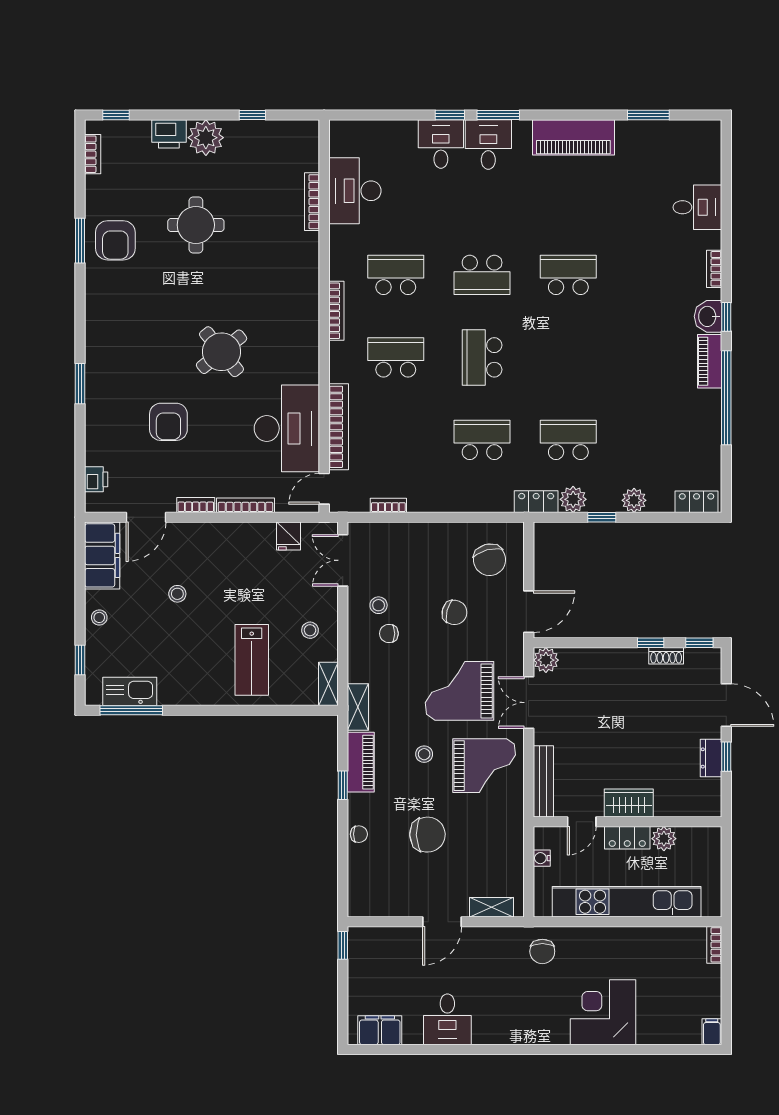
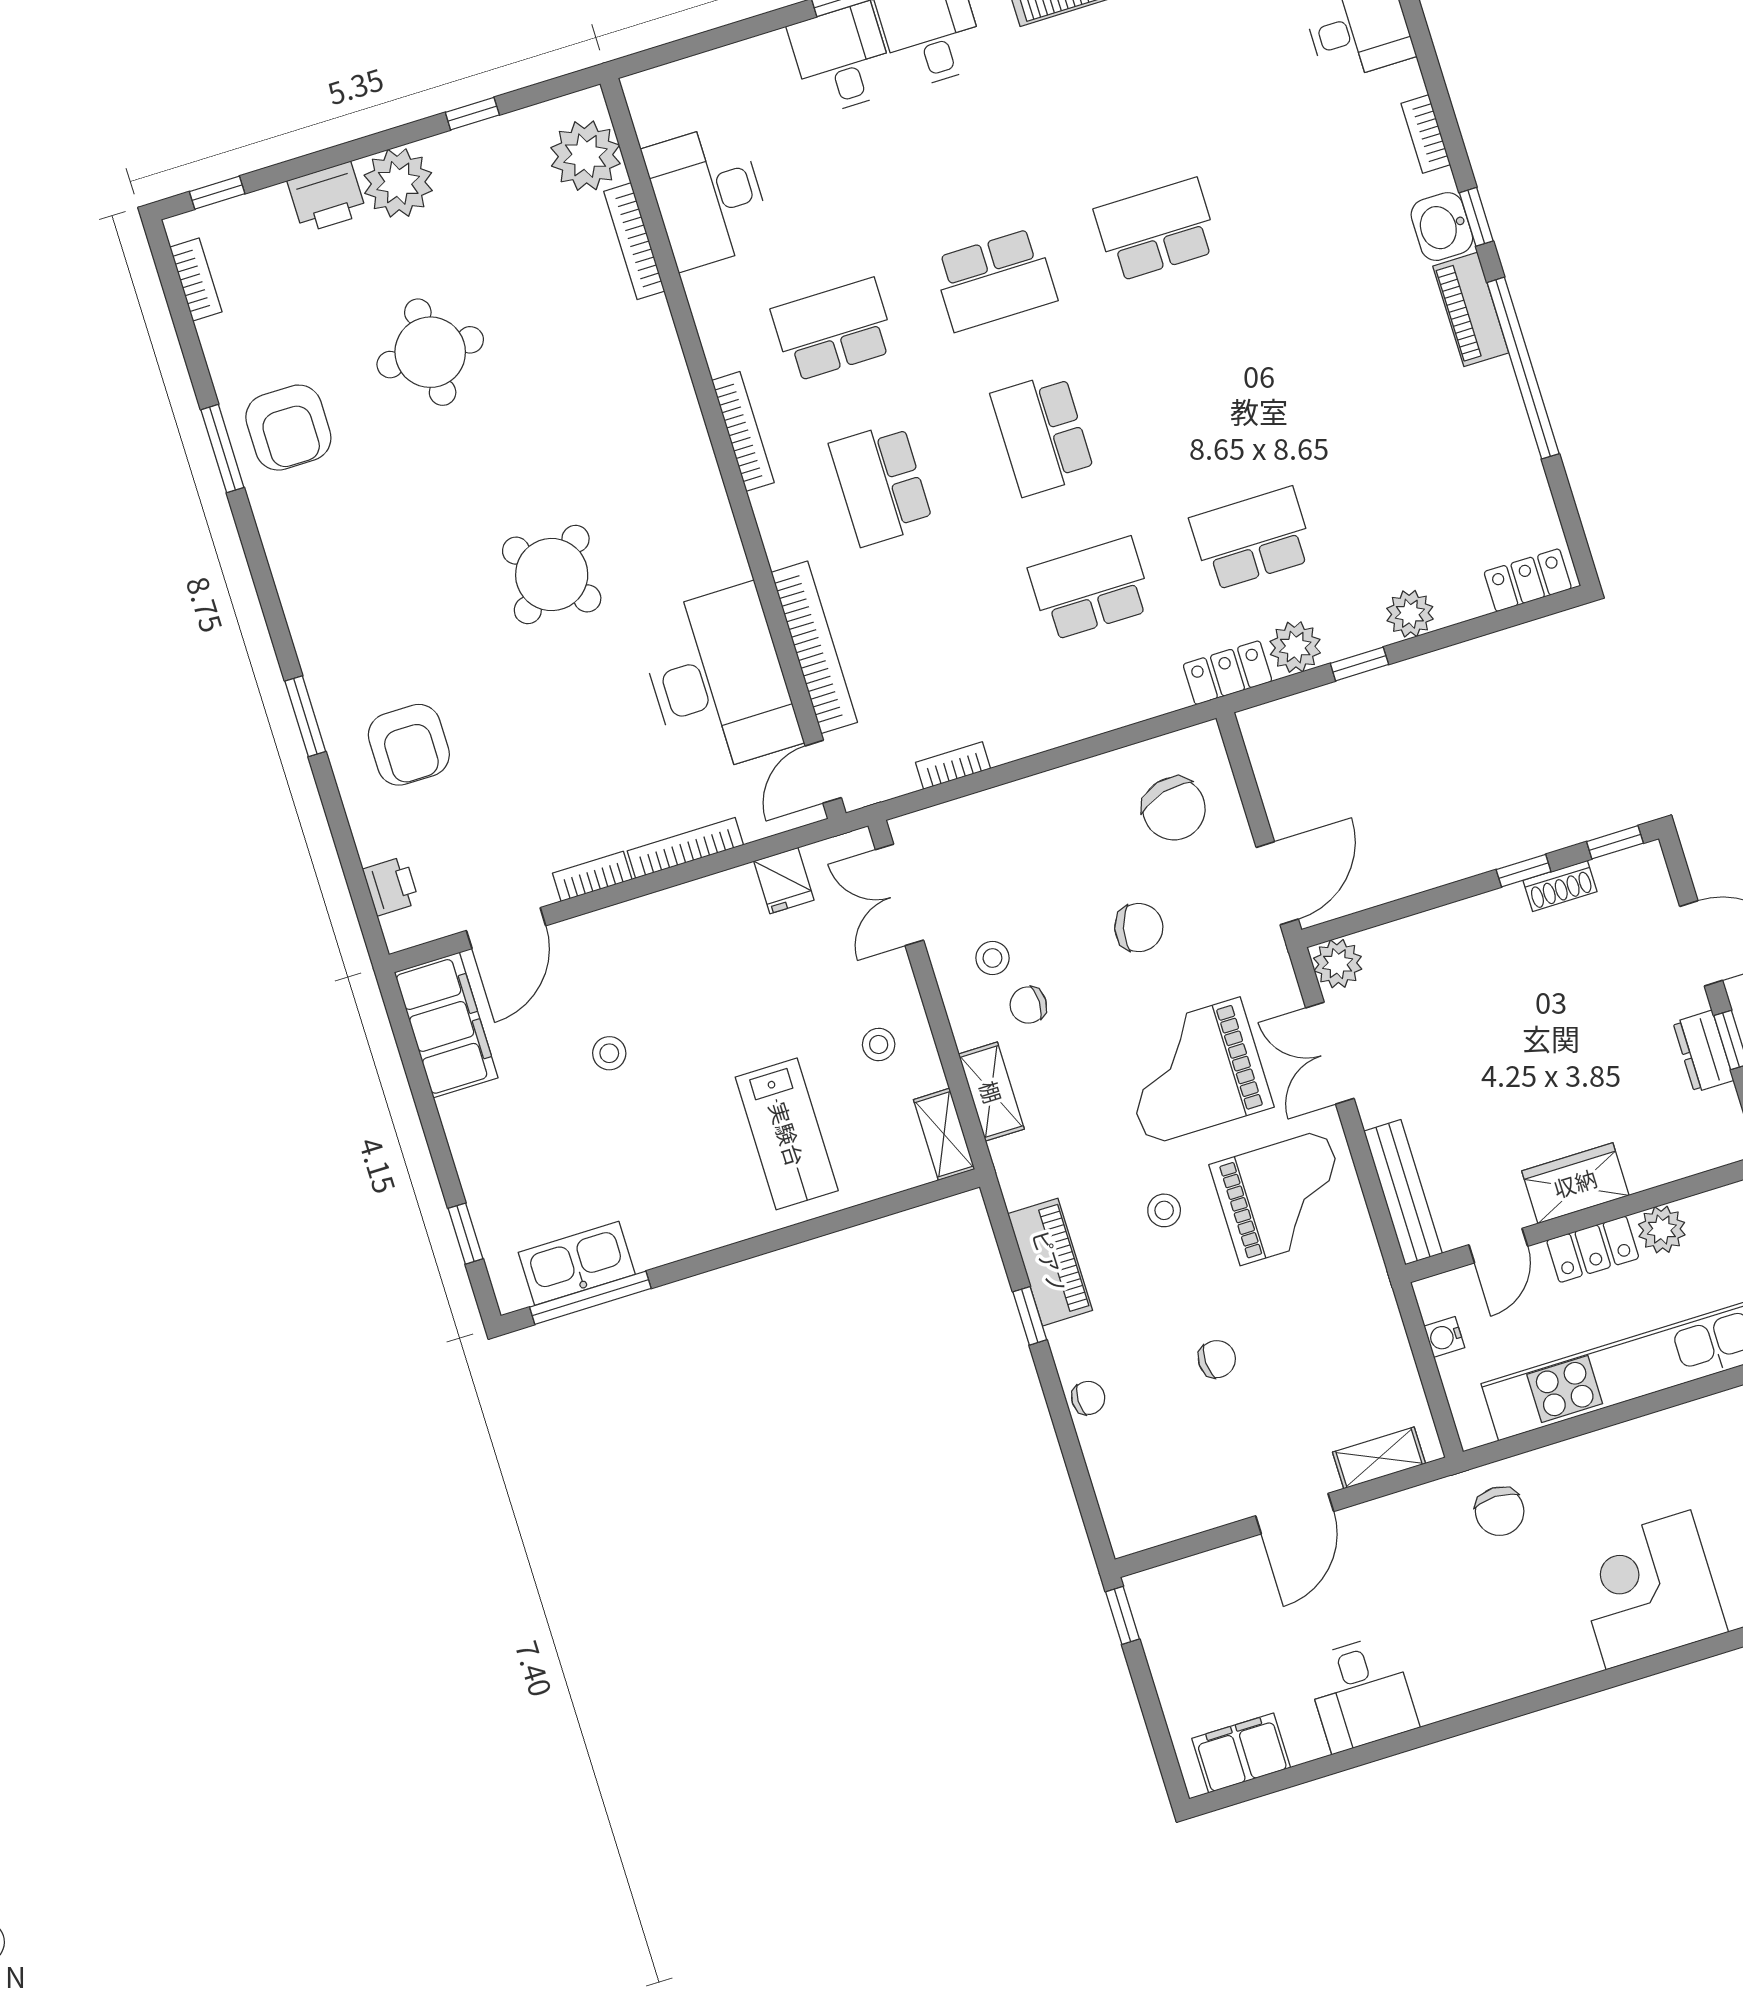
plant: (301, 153) -> (586, 156), added
school desk: (396, 357) -> (881, 484), turned -90
armchair: (168, 422) -> (409, 745), moved
stool: (99, 617) -> (477, 1143), removed
shelving: (358, 707) -> (991, 1092), moved
chair: (427, 835) -> (1217, 1359), width x0.54, depth x0.54

